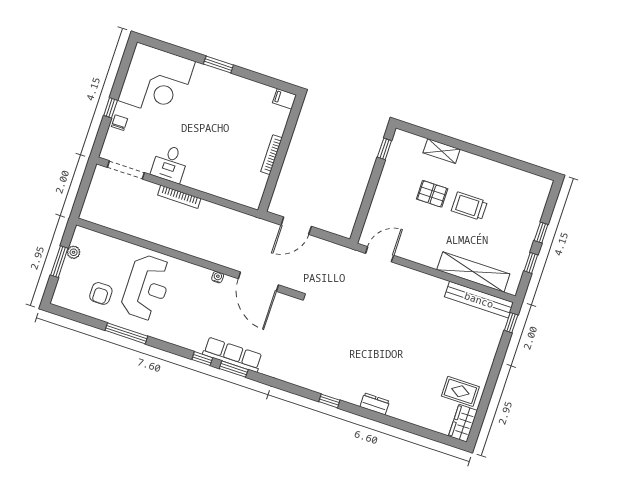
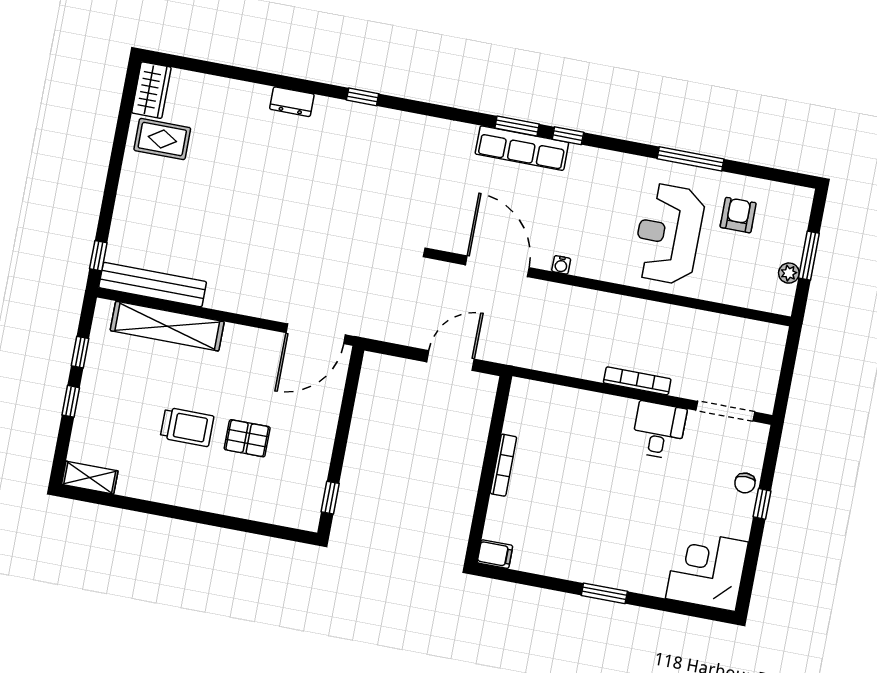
corner desk: (156, 81) -> (707, 570), width x0.74, depth x0.74
shelving: (442, 151) -> (90, 478), moved
door: (380, 254) -> (316, 334), width x1.36

